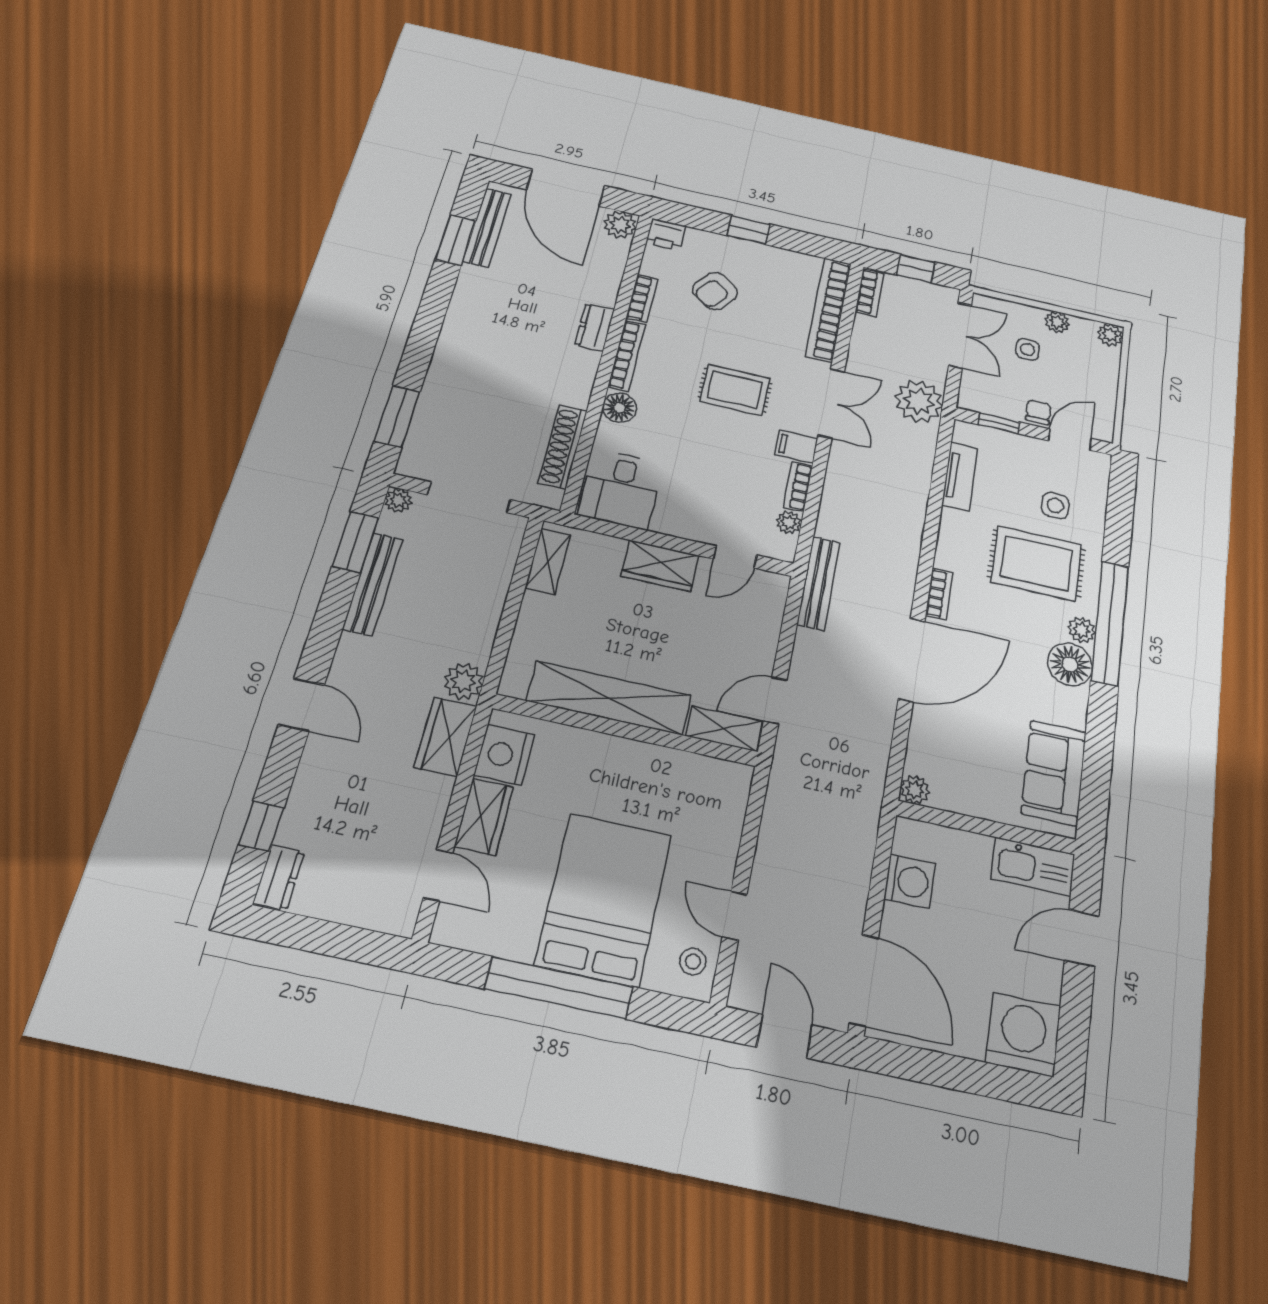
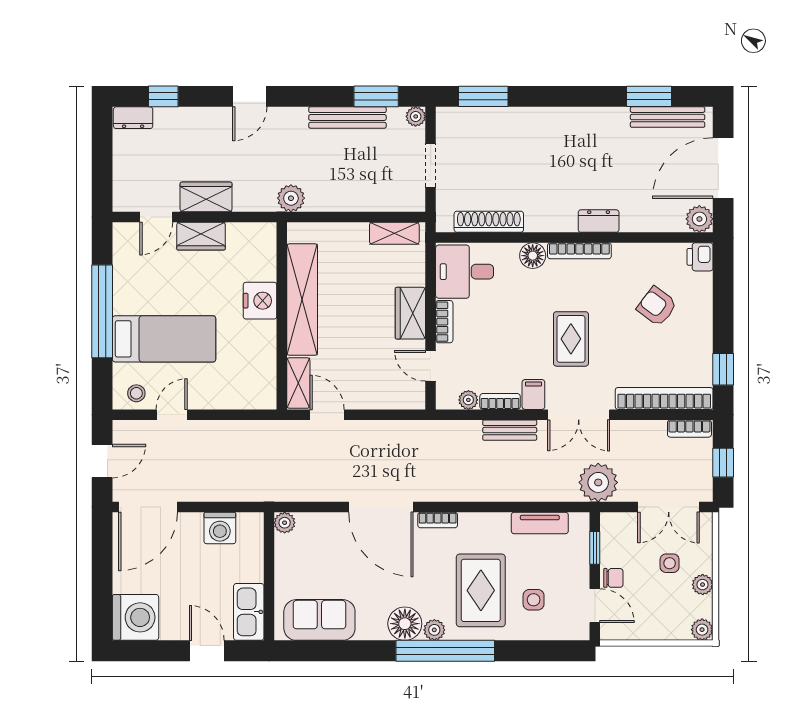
window: (748, 230) -> (723, 369), moved
bookcase: (642, 298) -> (444, 322), moved, turned -90
doorway: (469, 497) -> (431, 165), width x0.73
bench: (818, 583) -> (510, 430), moved, width x0.73
wardrobe: (446, 737) -> (206, 197), moved
nightstand: (504, 755) -> (260, 301), moved, turned 90
bed: (604, 899) -> (164, 339), width x0.67

